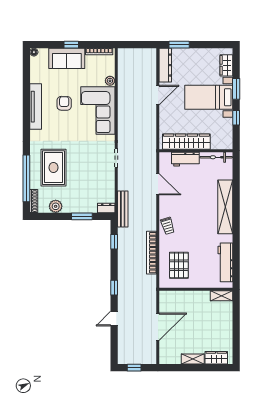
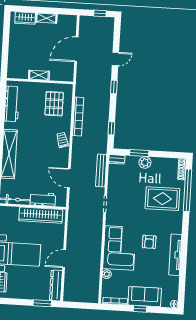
armchair: (64, 103) -> (149, 242), moved
rug: (53, 168) -> (162, 199), turned 90
plant: (56, 206) -> (145, 162), moved
bench: (123, 209) -> (101, 171), moved
shelving: (222, 296) -> (39, 75), moved

